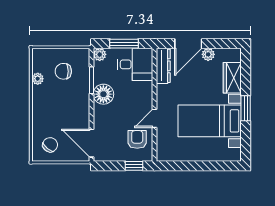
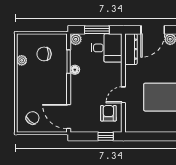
floor lamp: (103, 94) -> (75, 70), width x0.53, depth x0.53

